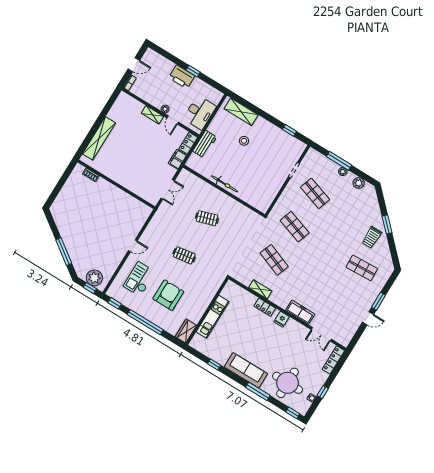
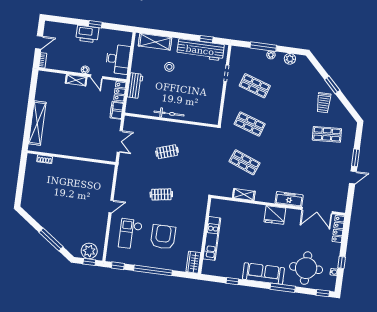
workbench: (280, 138) -> (200, 50), added
locker: (265, 307) -> (255, 209), removed
fridge: (282, 319) -> (275, 215), width x1.88, depth x1.34
double door: (321, 334) -> (317, 211), width x1.37

